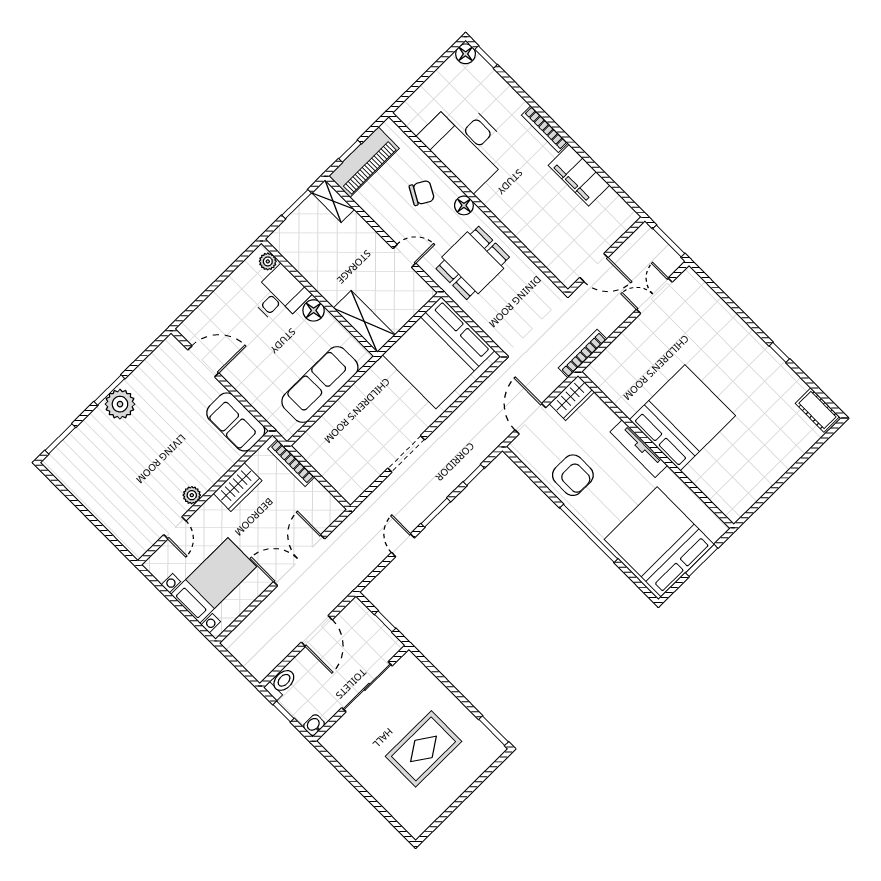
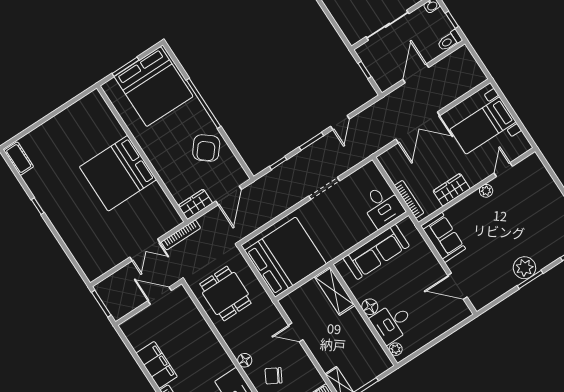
dining table: (473, 263) -> (225, 293), moved, turned 90
double door: (654, 296) -> (145, 250), moved
desk: (324, 447) -> (382, 206), added
tv unit: (639, 449) -> (154, 157), removed
armchair: (573, 475) -> (206, 148), turned -141

